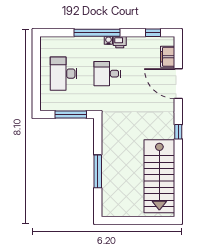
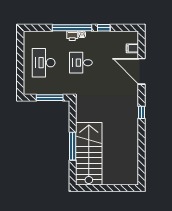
window: (153, 33) -> (104, 28), moved
printer: (120, 42) -> (72, 36), moved
filing cabinet: (168, 57) -> (132, 48), width x0.50
stairs: (159, 176) -> (89, 154), moved, turned 180

